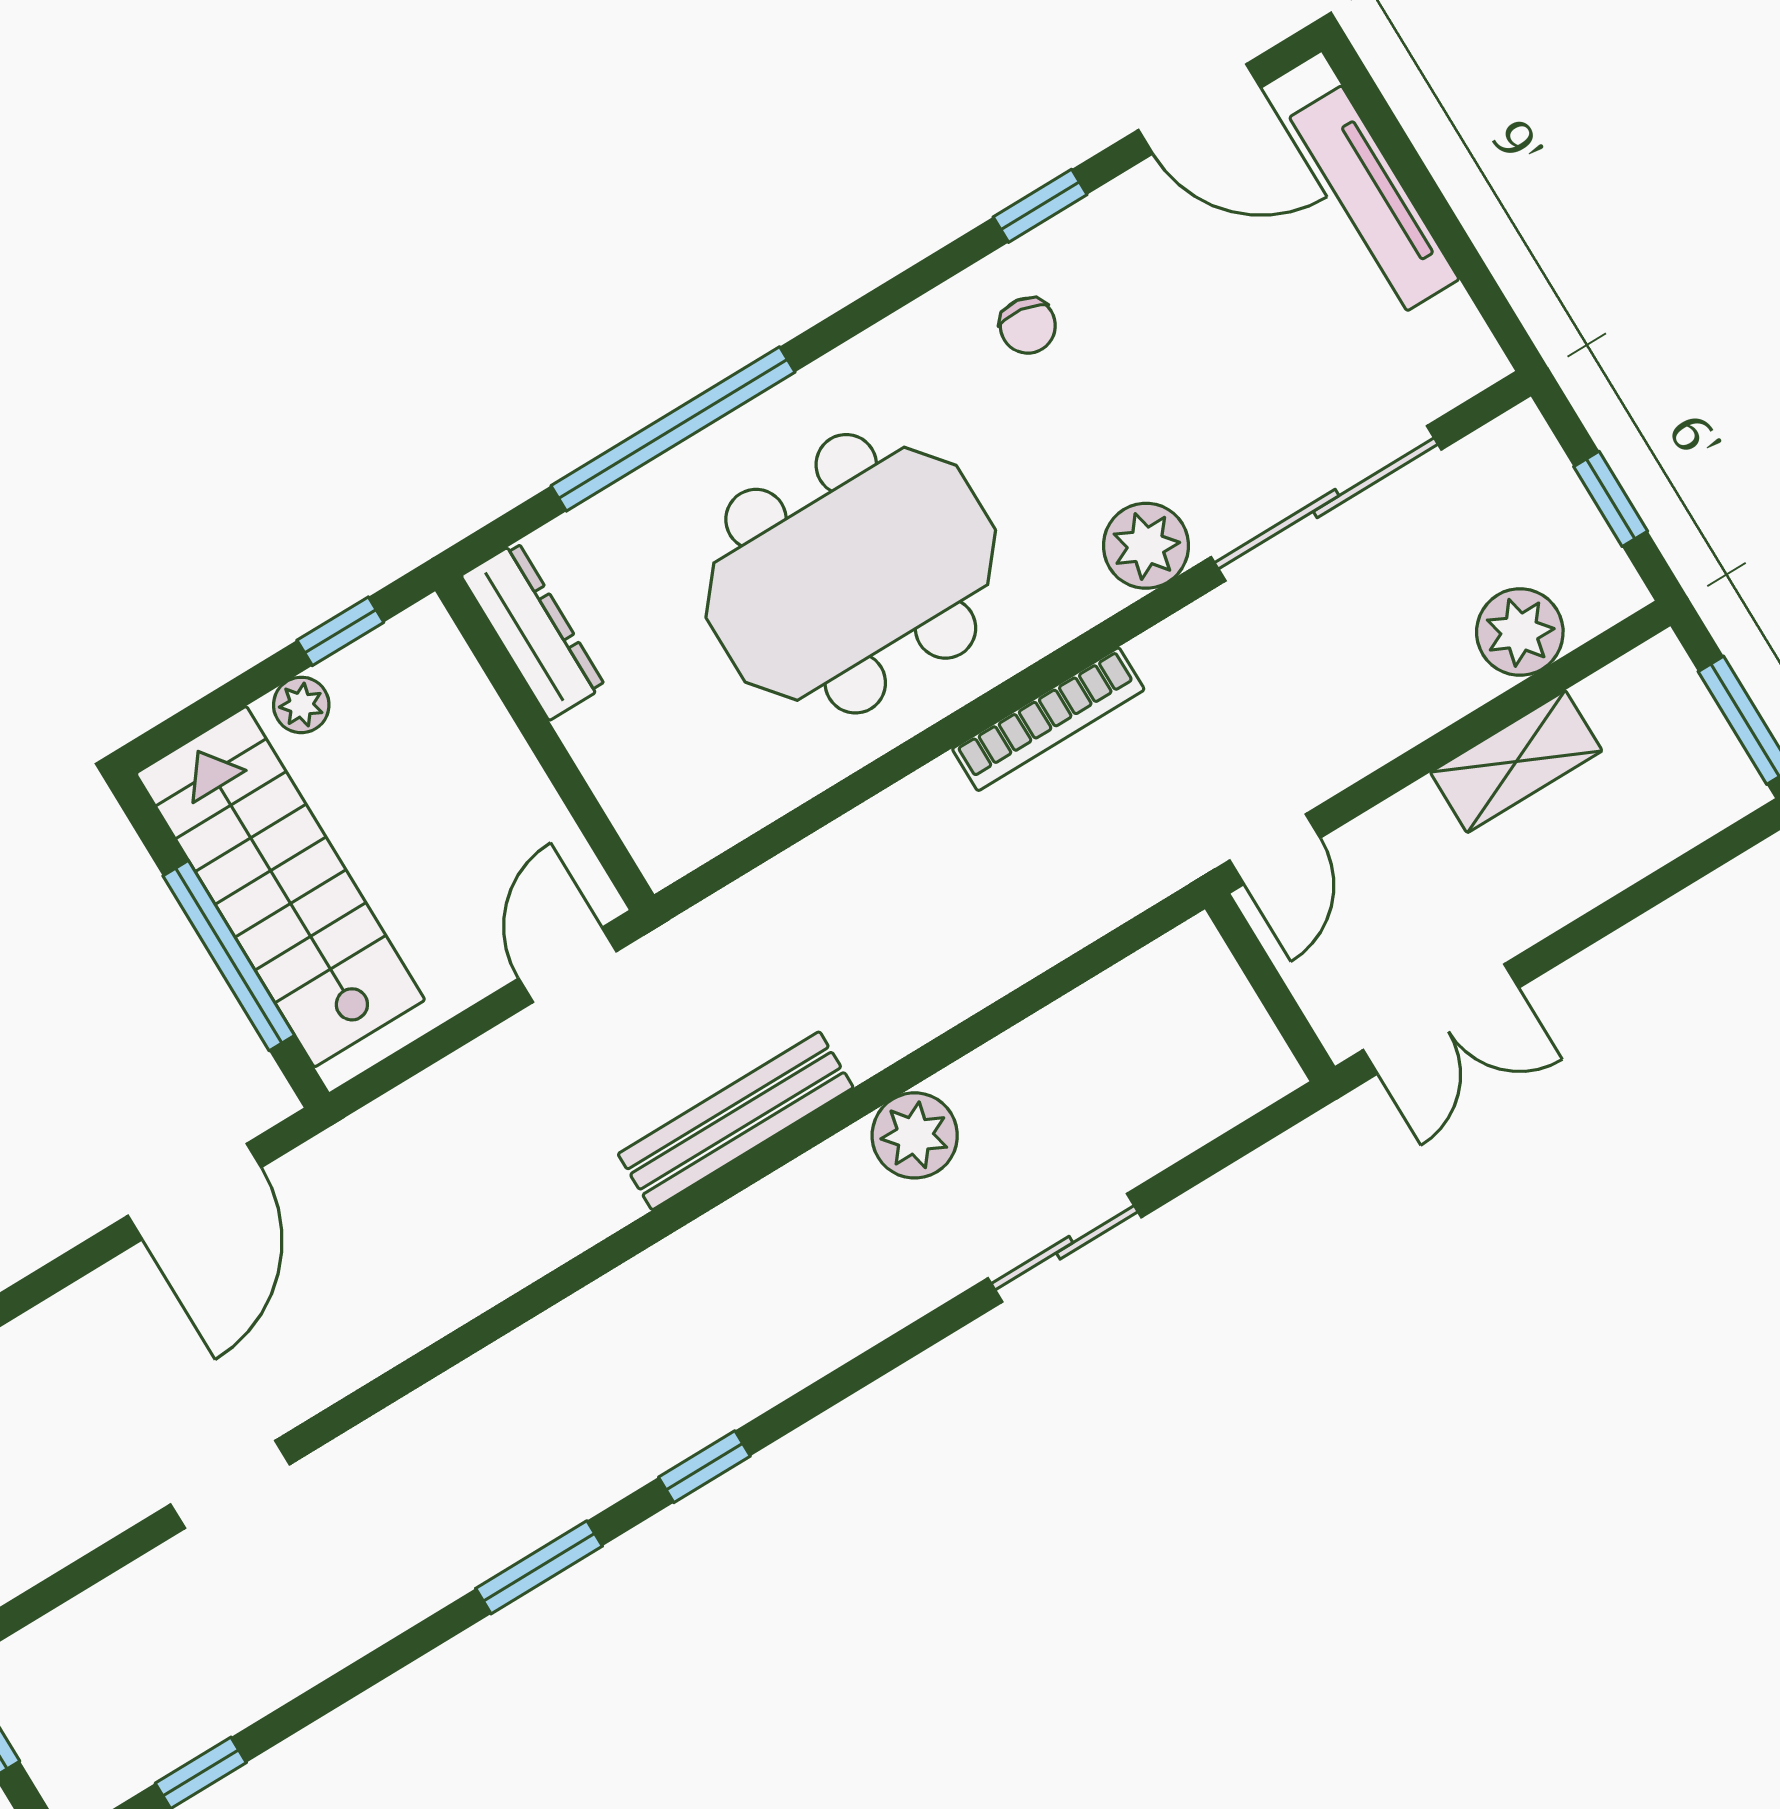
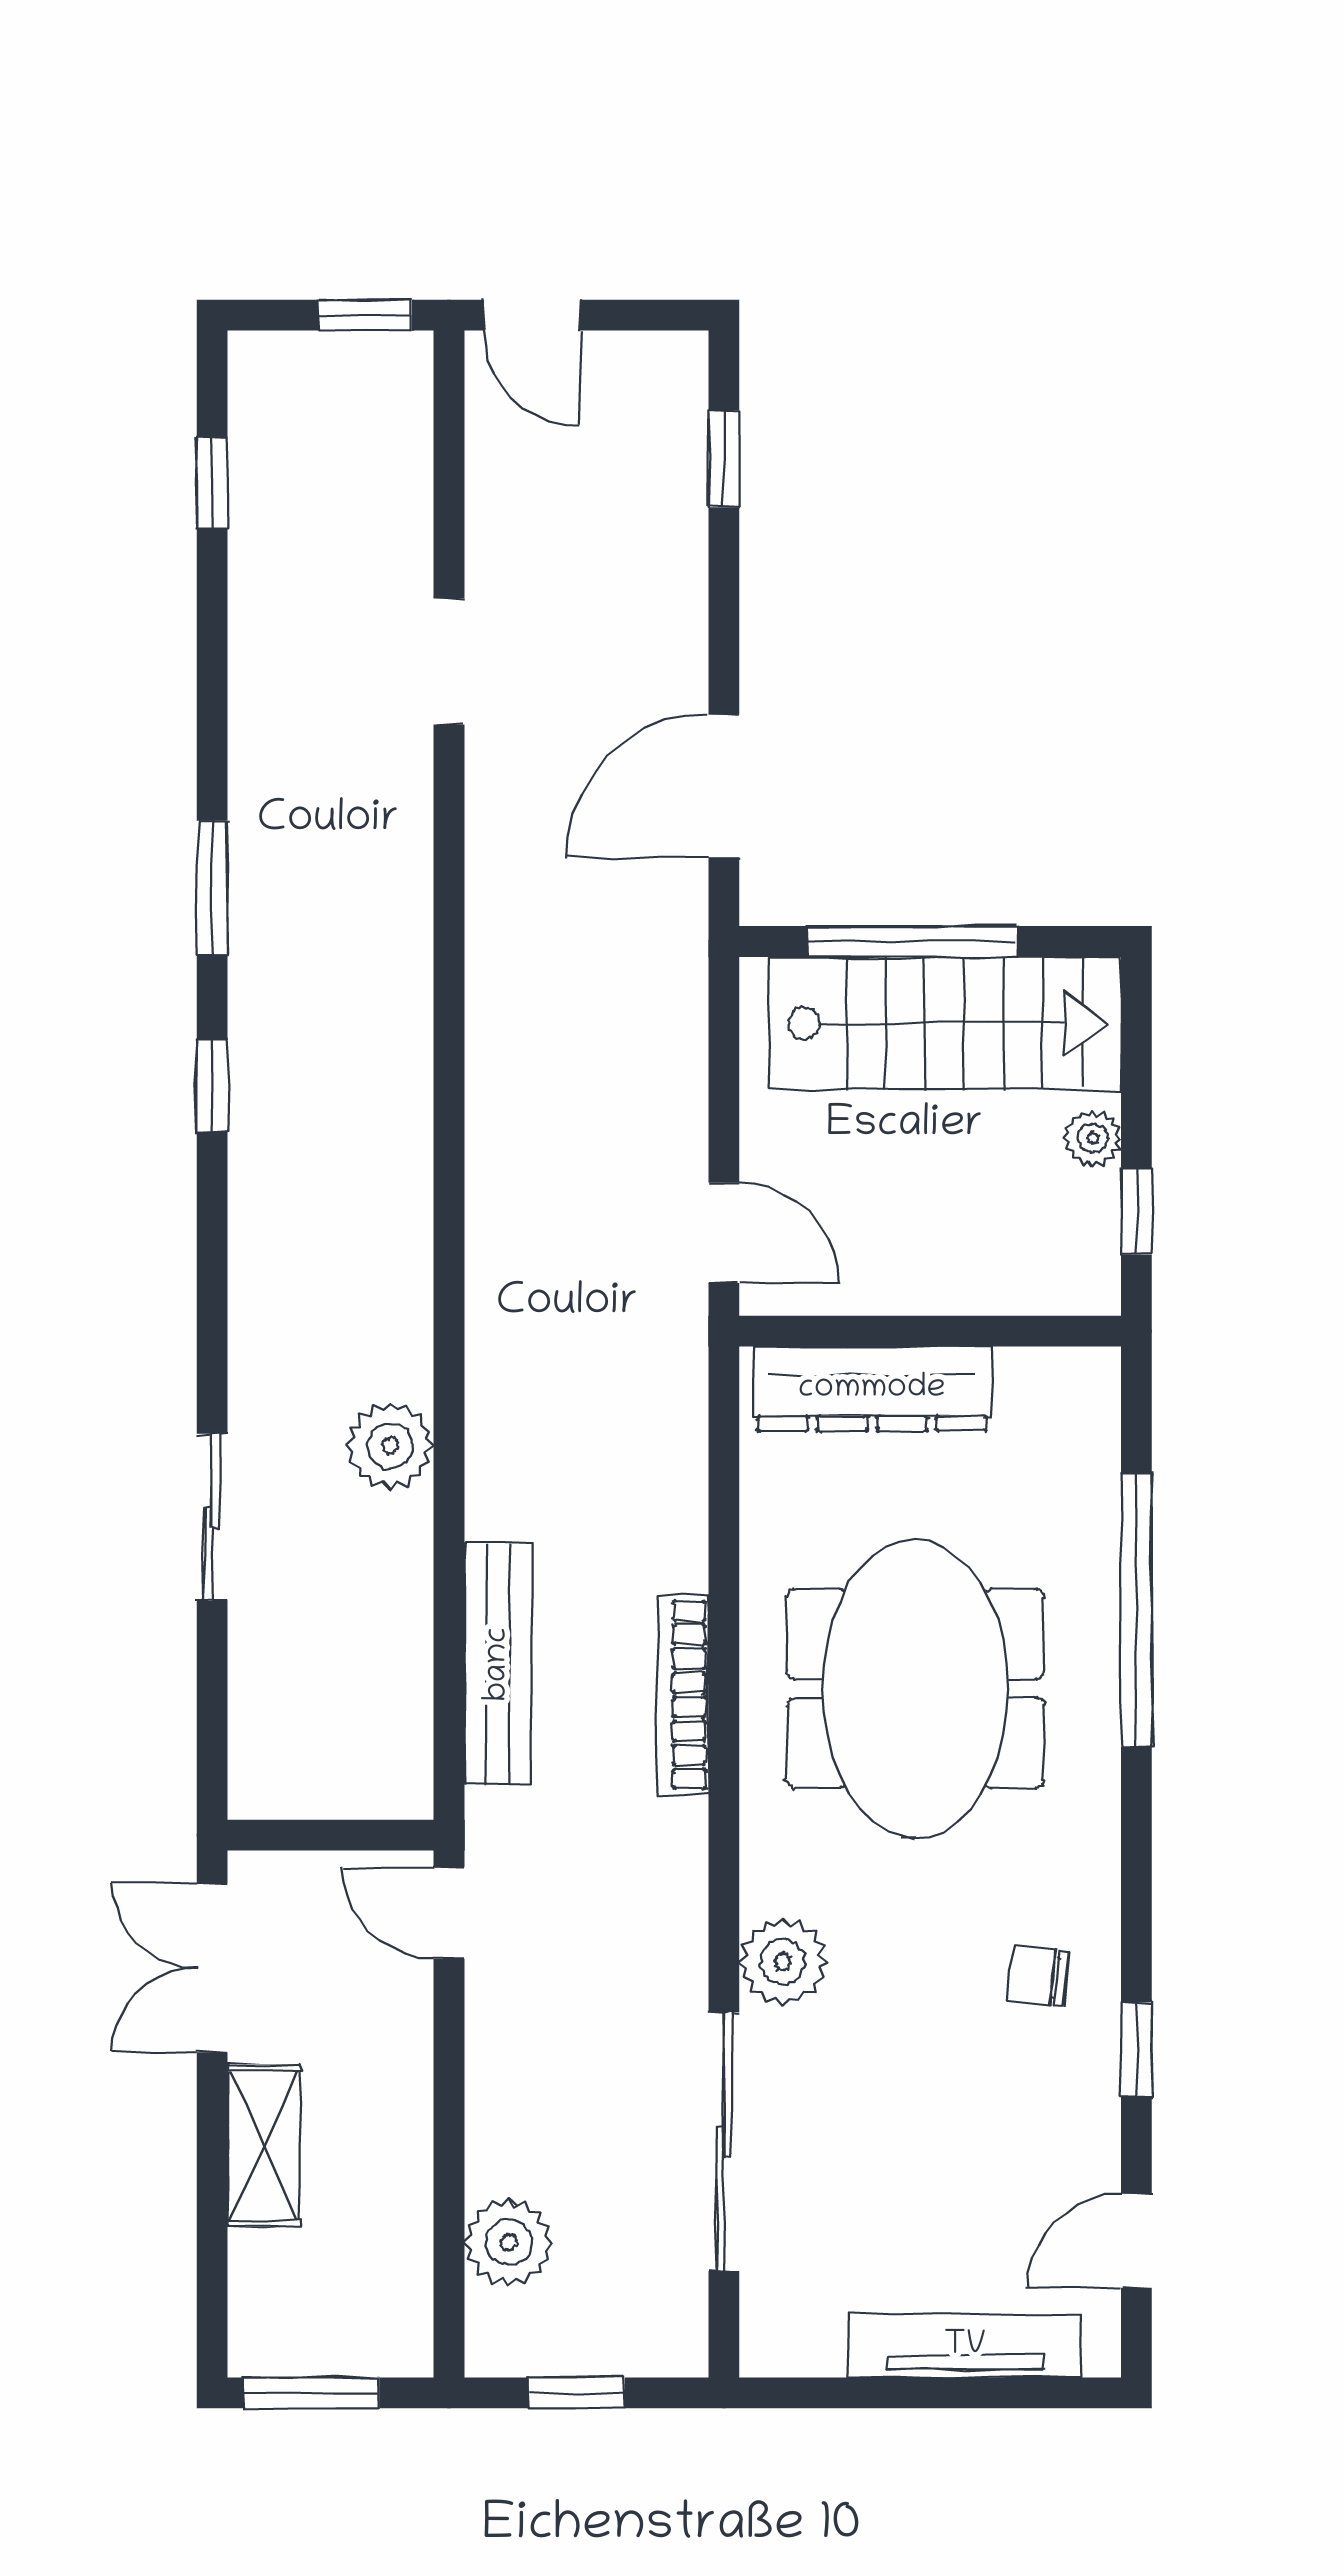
door: (1199, 109) -> (1136, 2241), width x0.73
dresser: (533, 631) -> (872, 1389), moved, width x1.37, depth x1.24
bookcase: (1048, 719) -> (683, 1695), moved
shelving: (1516, 762) -> (264, 2146), moved
bench: (736, 1121) -> (498, 1664), moved
door: (195, 1192) -> (724, 786), hinge flipped

